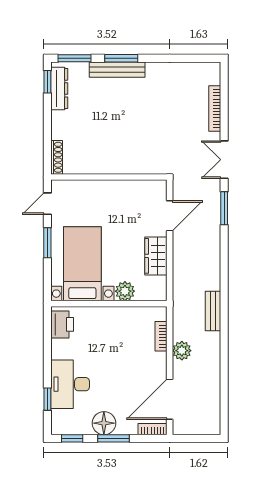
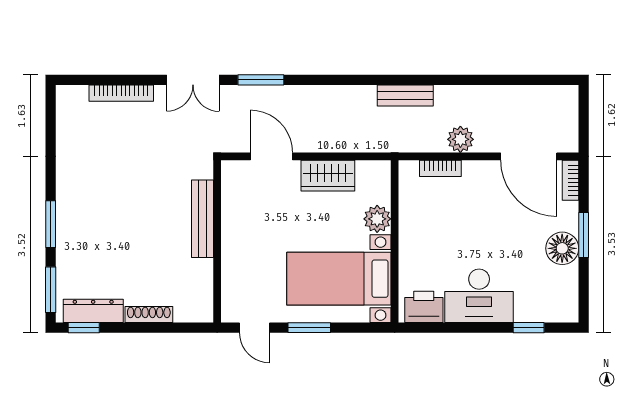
bench: (117, 70) -> (202, 219), moved
shoe rack: (57, 157) -> (149, 315), moved
desk: (70, 384) -> (479, 296), moved
window: (72, 438) -> (584, 293), removed

